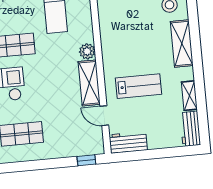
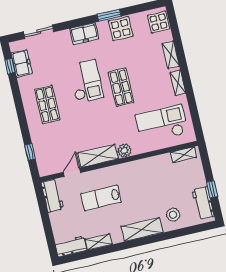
lab bench: (139, 86) -> (101, 198), turned 90
window: (86, 160) -> (30, 152), moved

